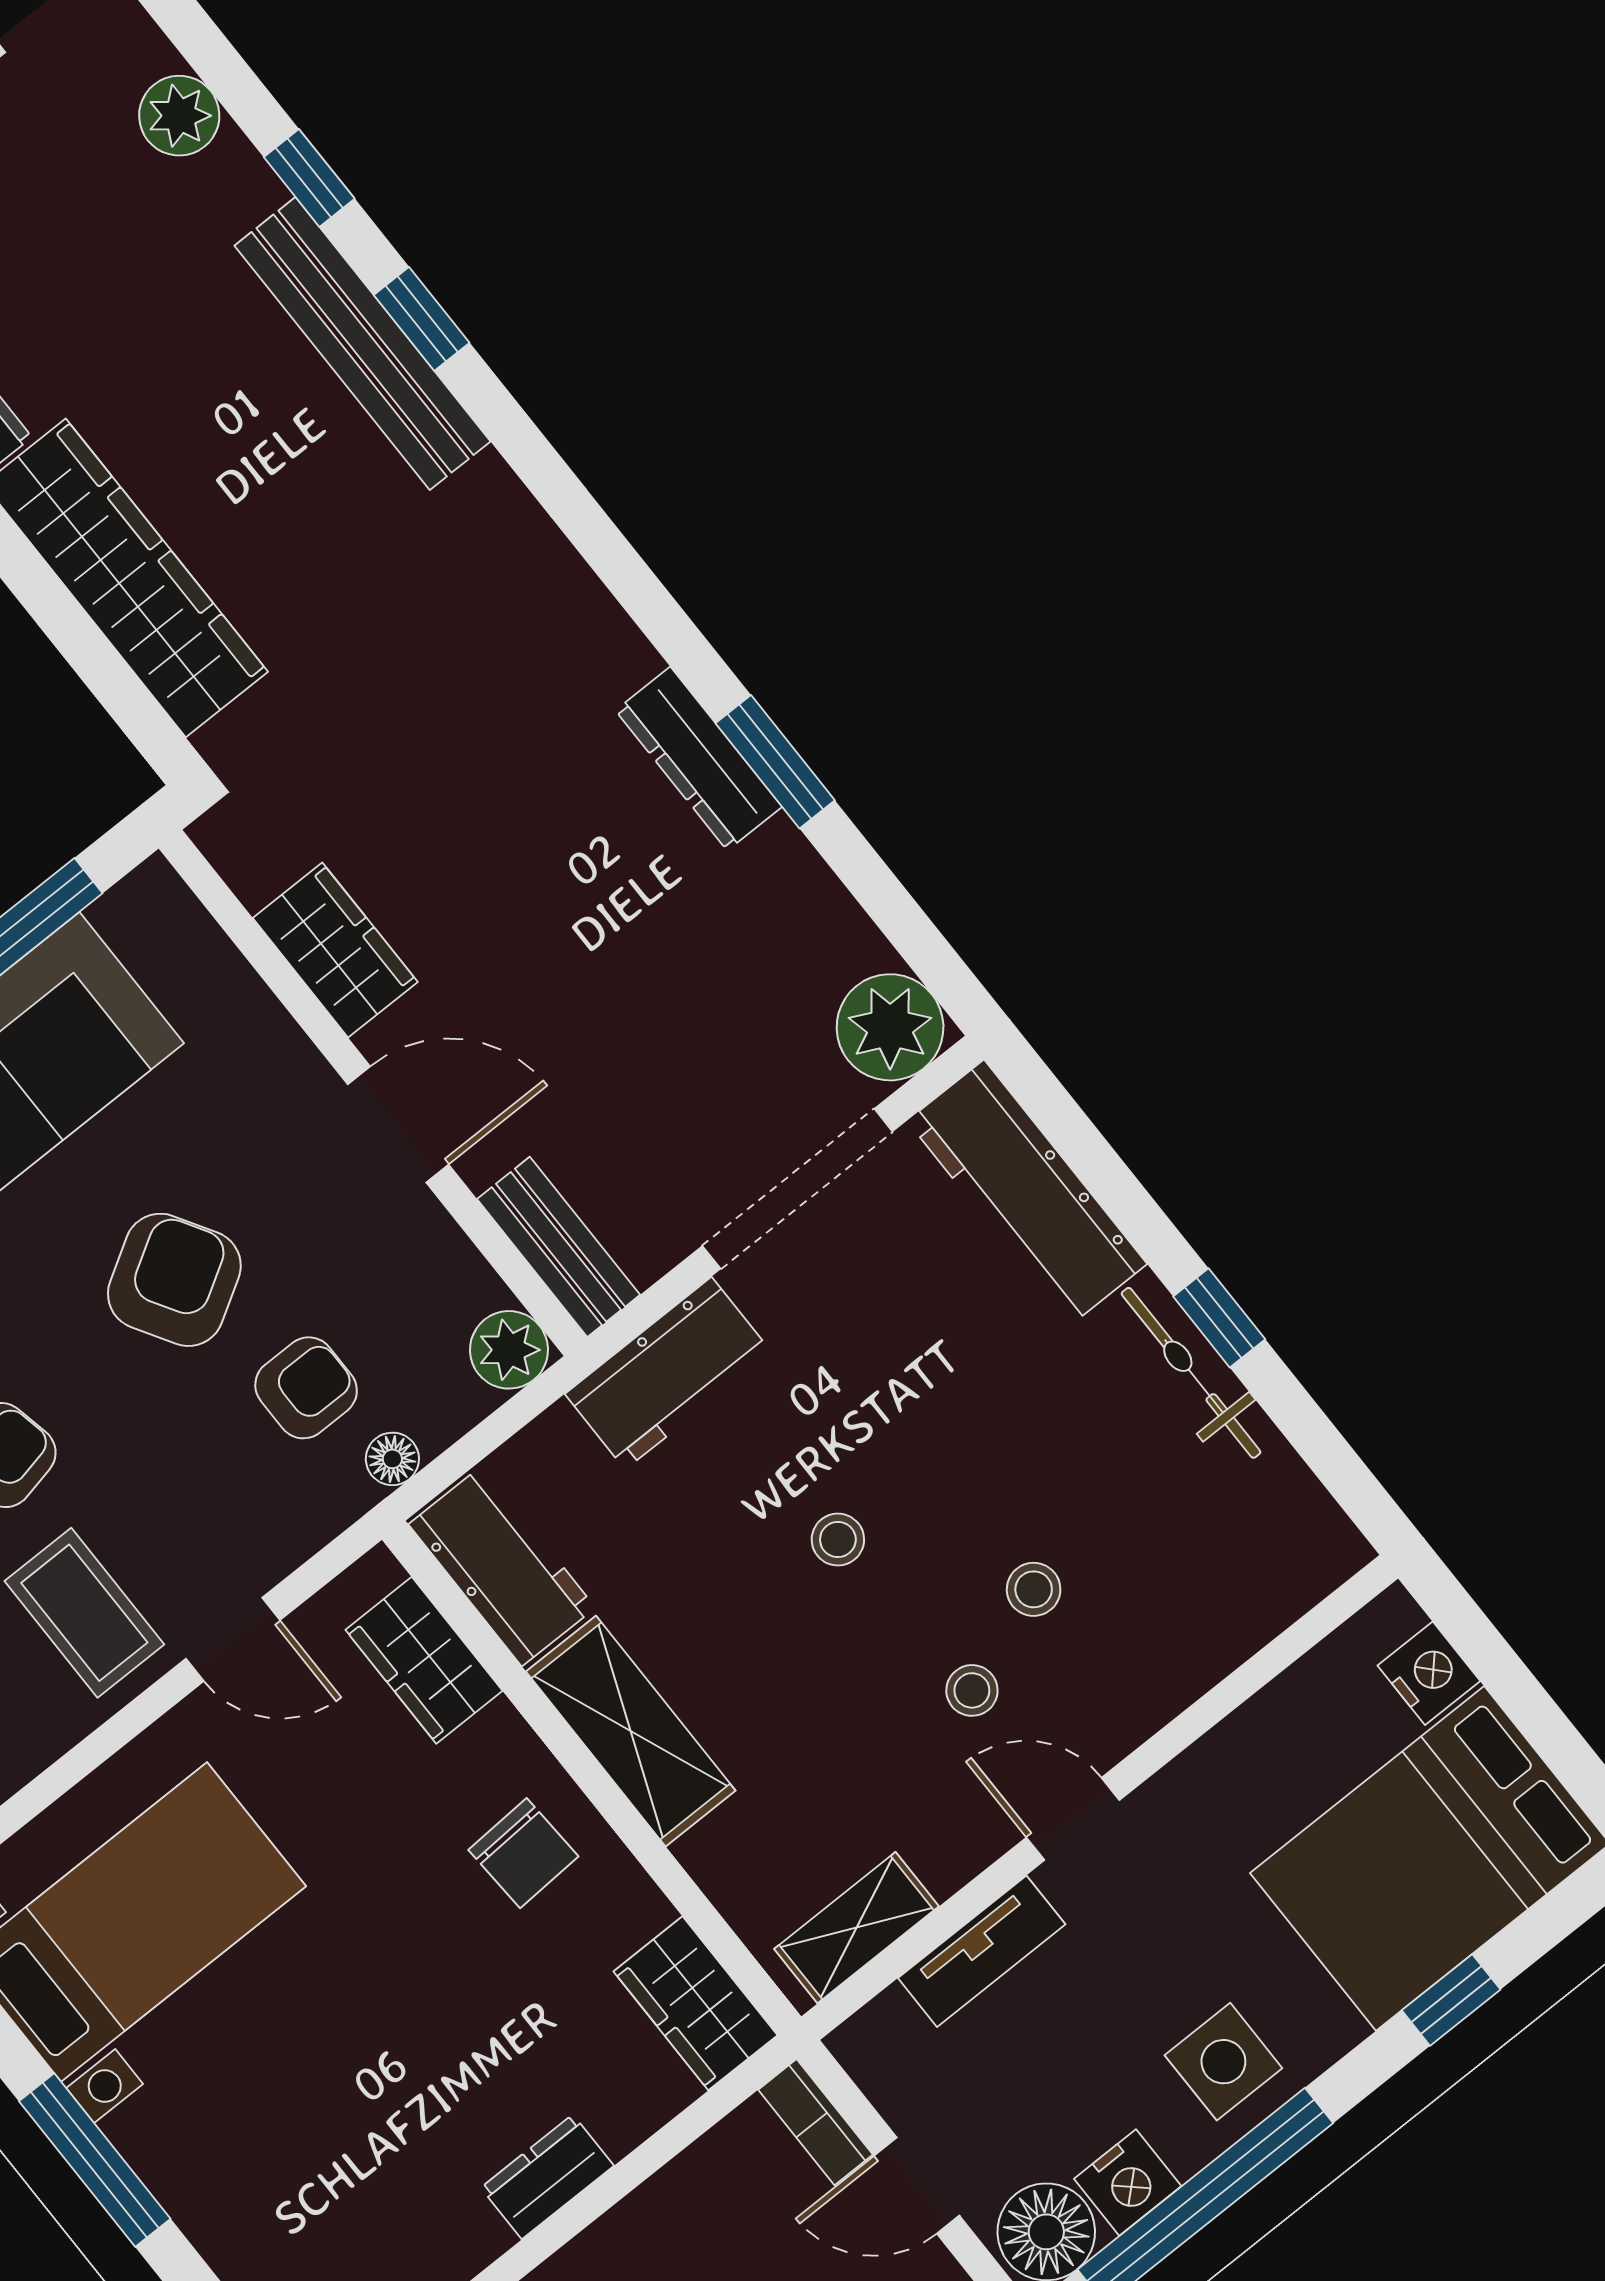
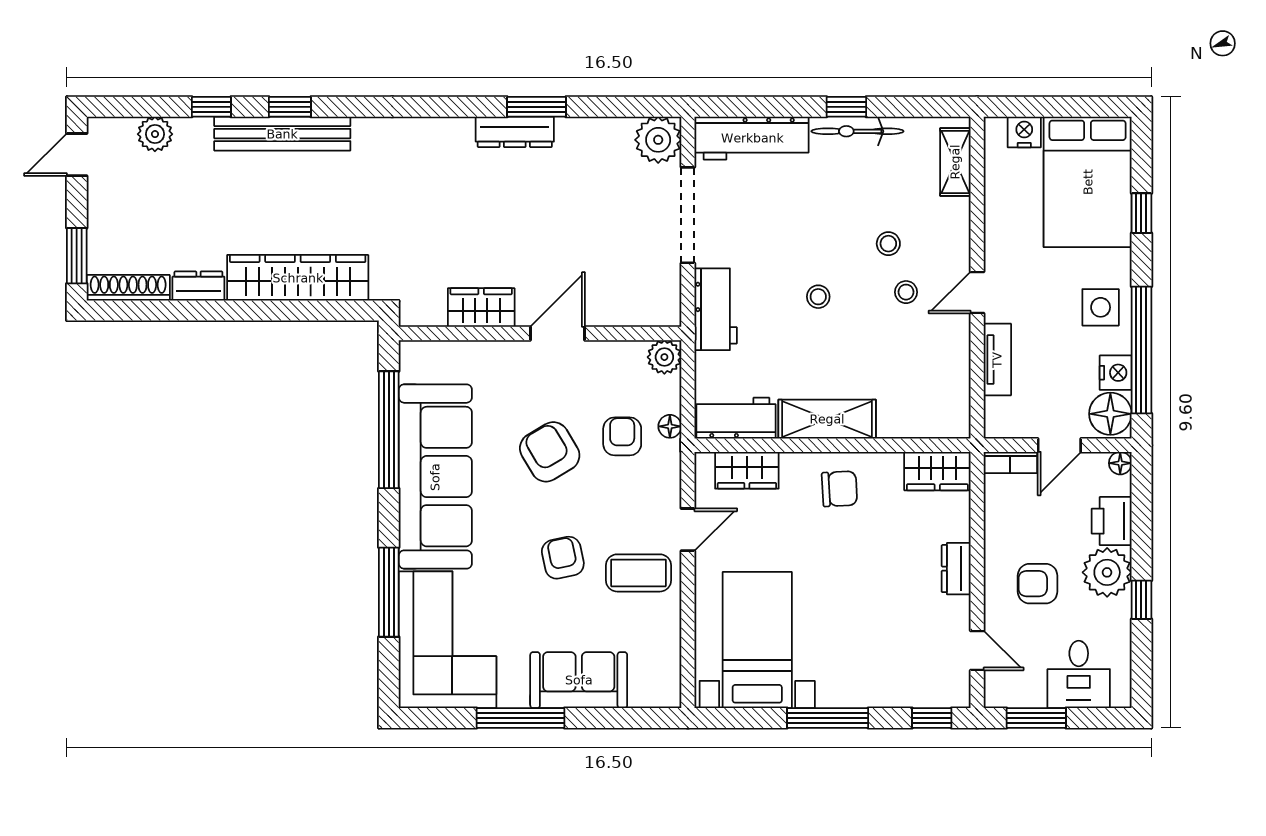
bench: (559, 1247) -> (643, 312), removed
shelving: (856, 1928) -> (955, 162), moved

